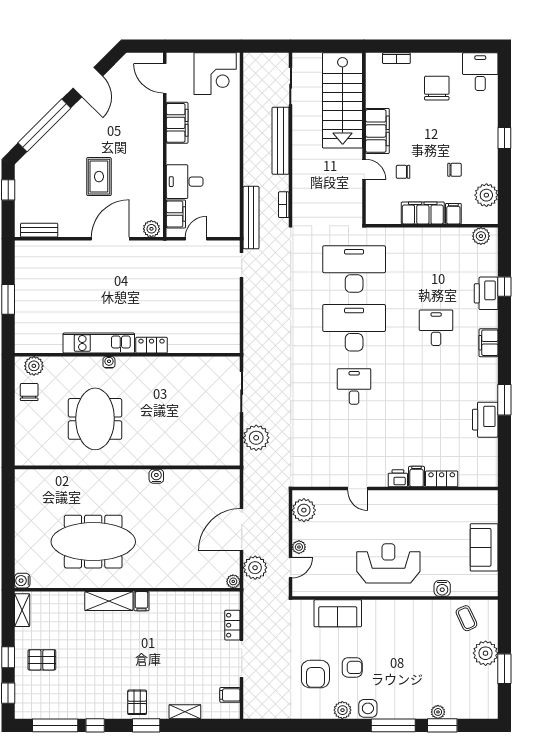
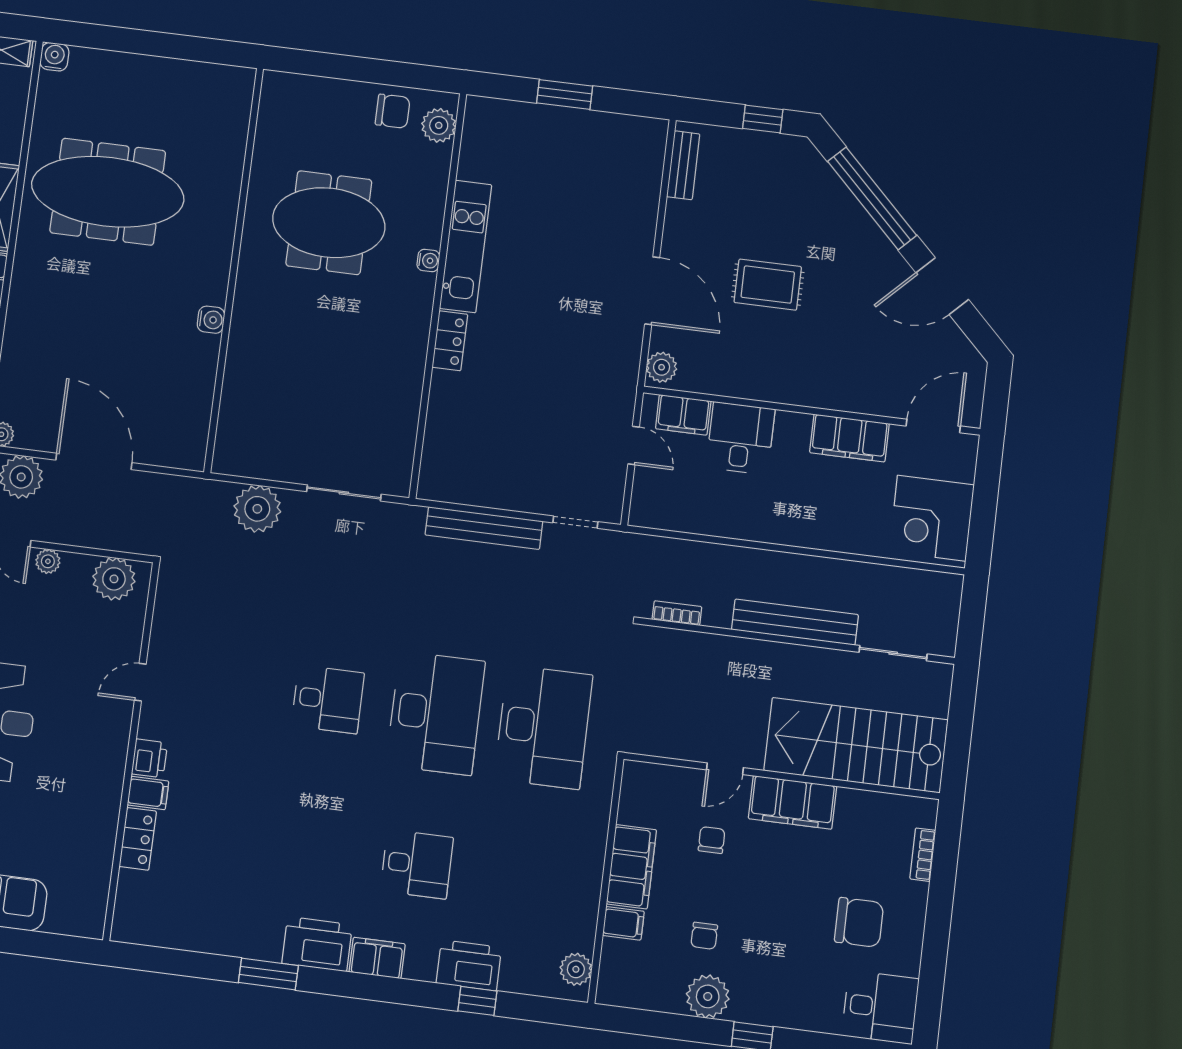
plant: (486, 195) -> (708, 996), moved
bench: (251, 218) -> (484, 528), moved
printer: (485, 420) -> (317, 944), moved
meeting table: (93, 542) -> (108, 192), turned 90

